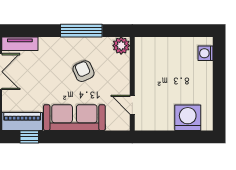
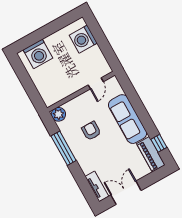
washing machine: (206, 53) -> (38, 54), width x1.89, depth x1.89
armchair: (83, 71) -> (91, 131), turned 114

